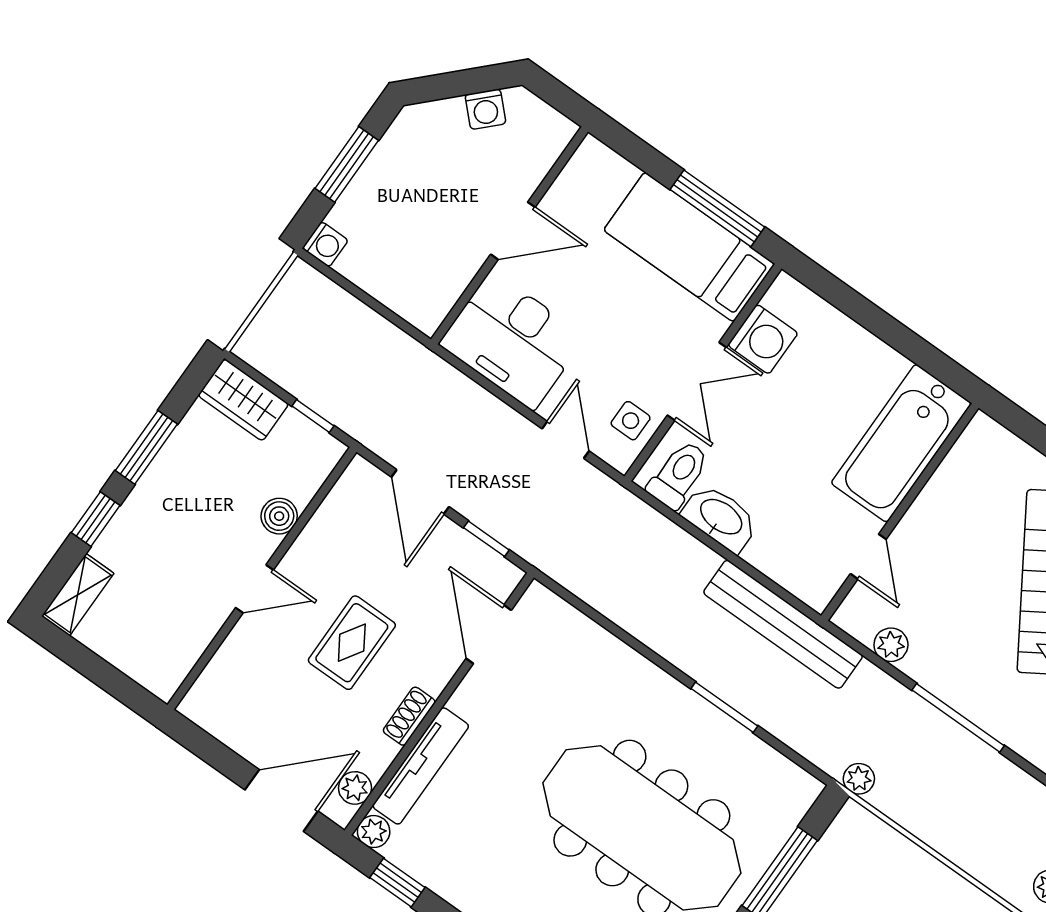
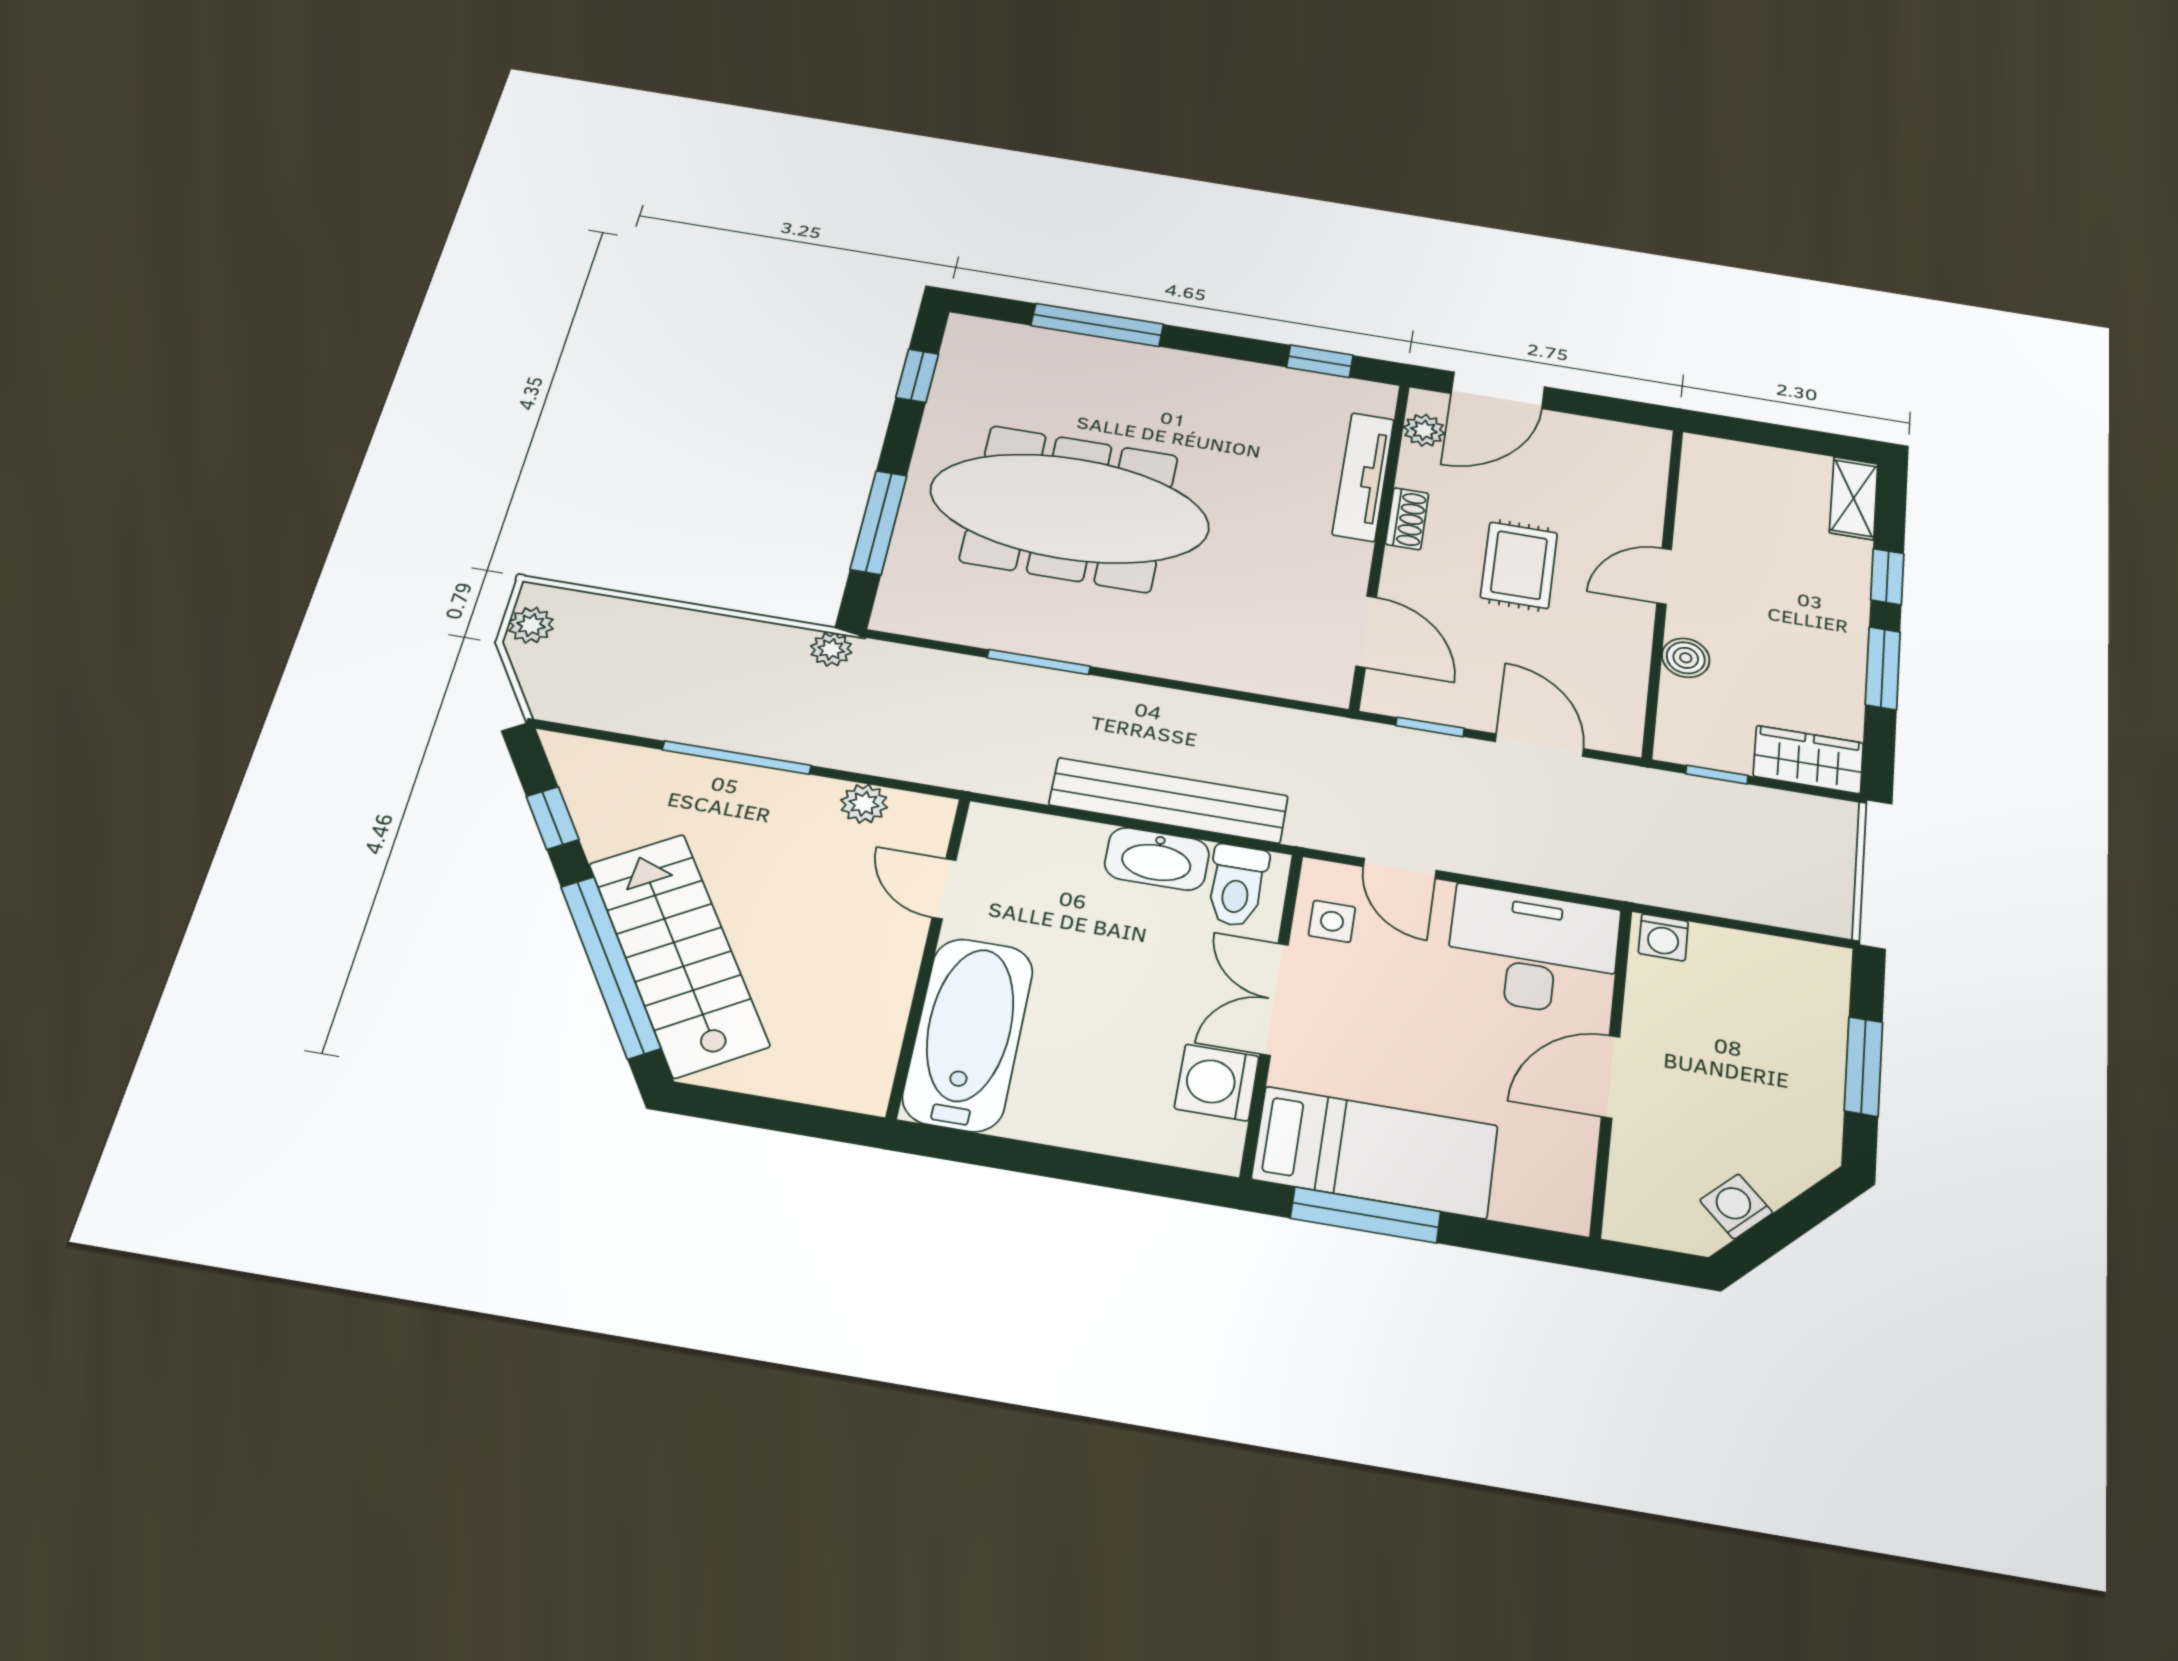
washing machine: (325, 244) -> (1663, 937), moved, turned -90
bench: (783, 624) -> (1169, 800), moved
plant: (374, 832) -> (1377, 398), removed

